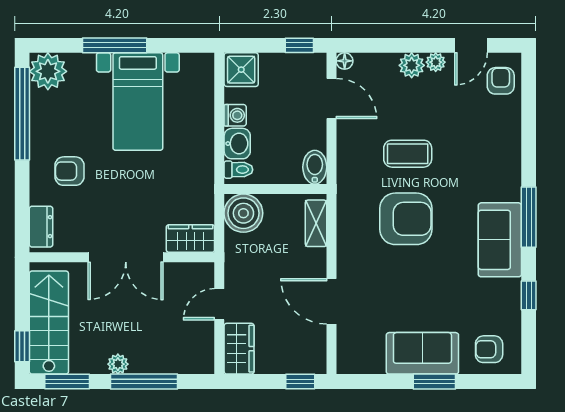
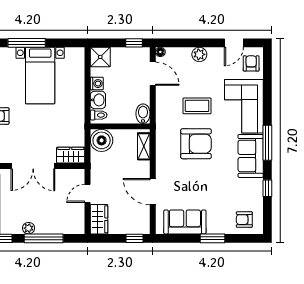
plant: (436, 62) -> (213, 53), removed
corner sofa: (488, 154) -> (244, 106), added
sofa: (422, 353) -> (185, 222), moved

